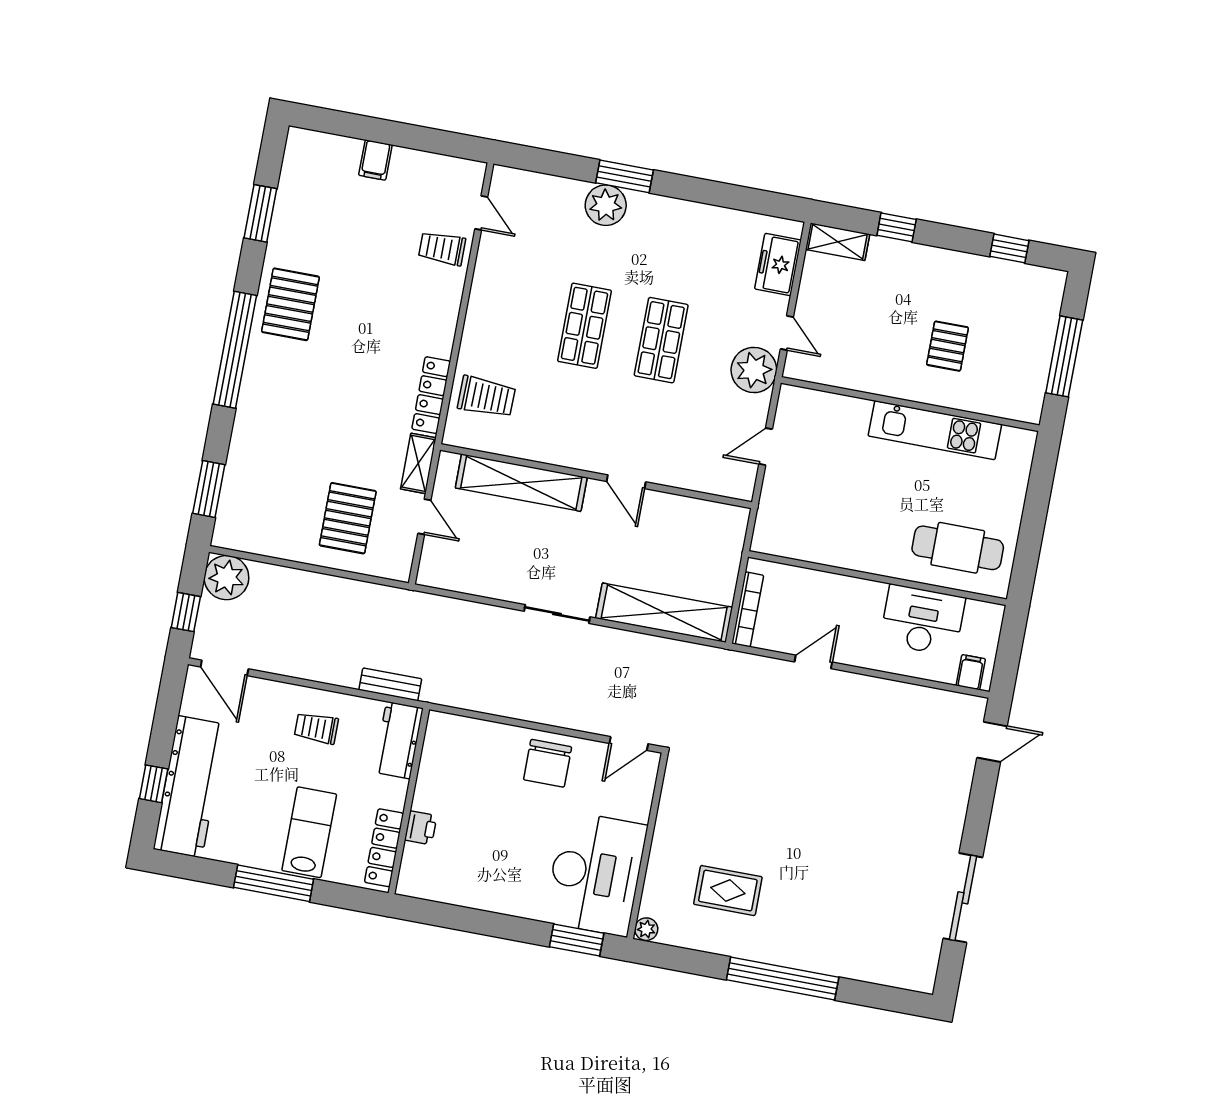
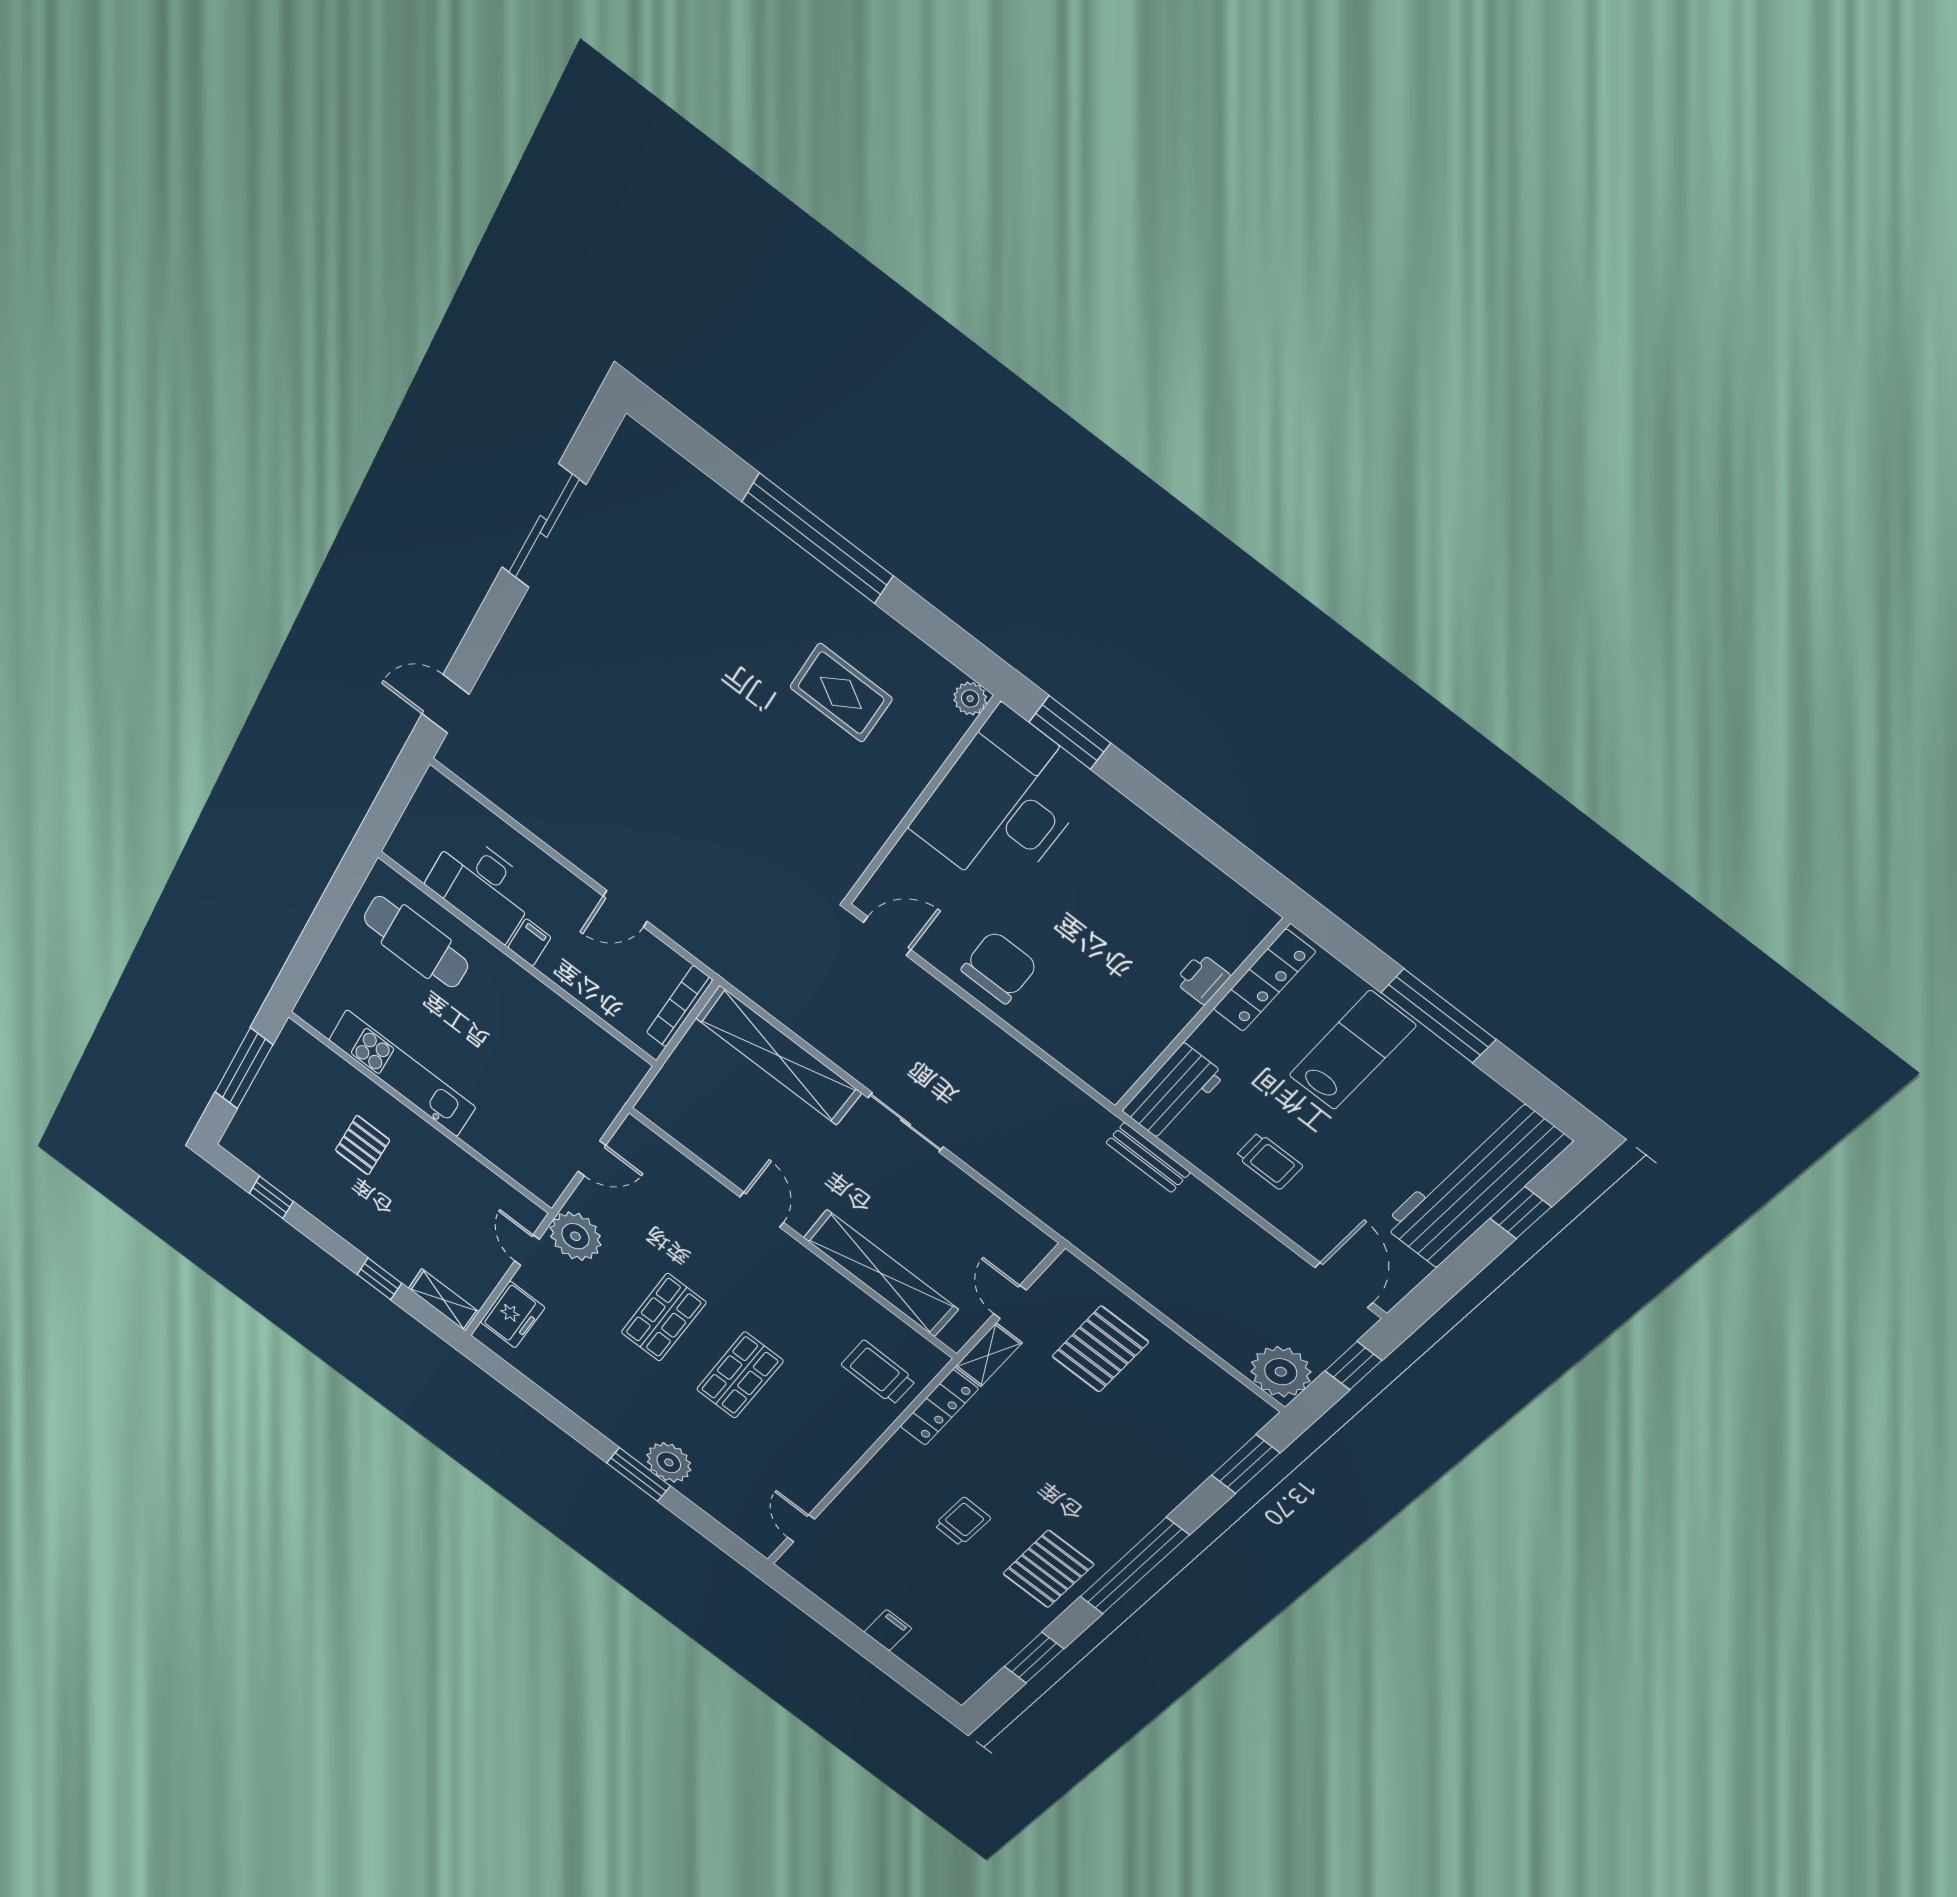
trolley: (442, 248) -> (962, 1522), moved, turned -88
filing cabinet: (971, 672) -> (529, 942), moved, turned 180
lab bench: (309, 832) -> (1352, 1051), turned 180

